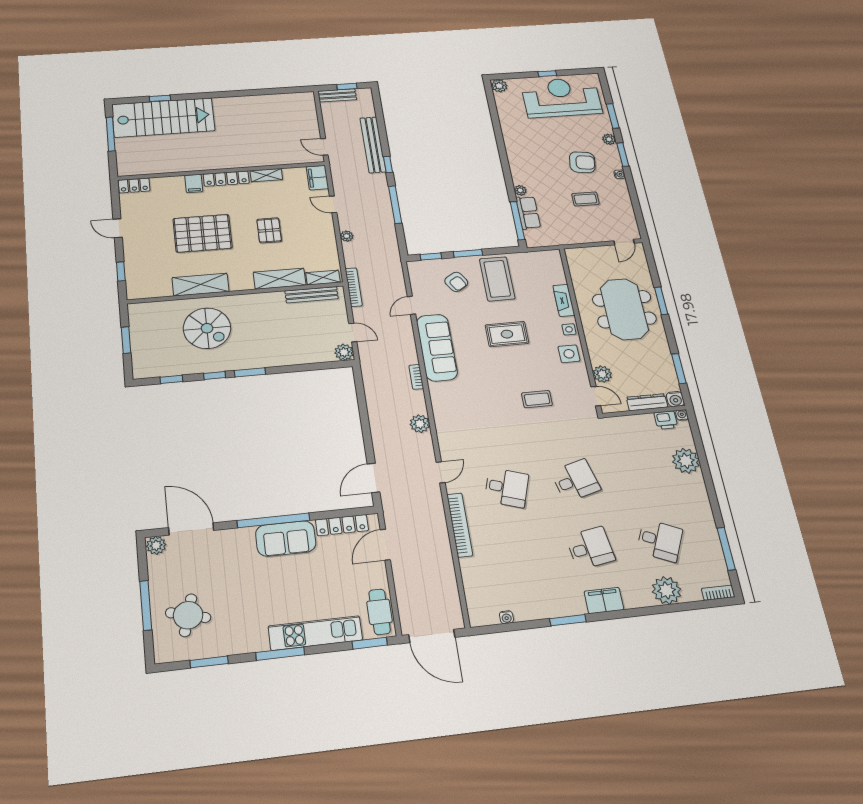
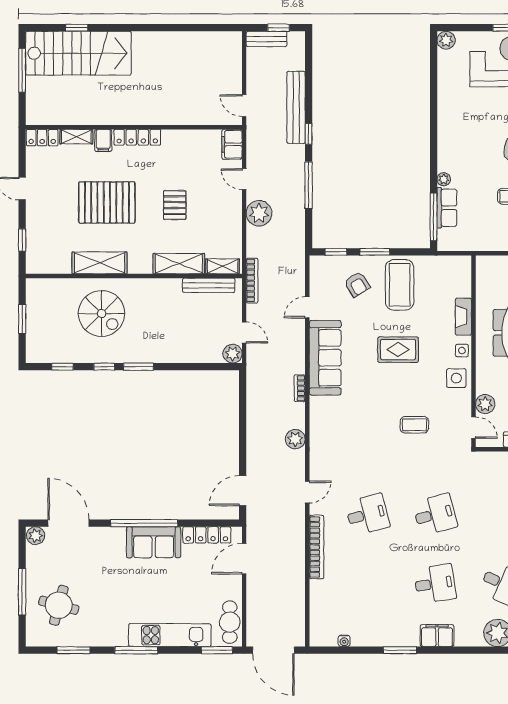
shelving: (266, 175) -> (76, 137), moved
plant: (347, 236) -> (259, 213), width x1.88, depth x1.88
desk: (507, 488) -> (367, 514), turned -33

